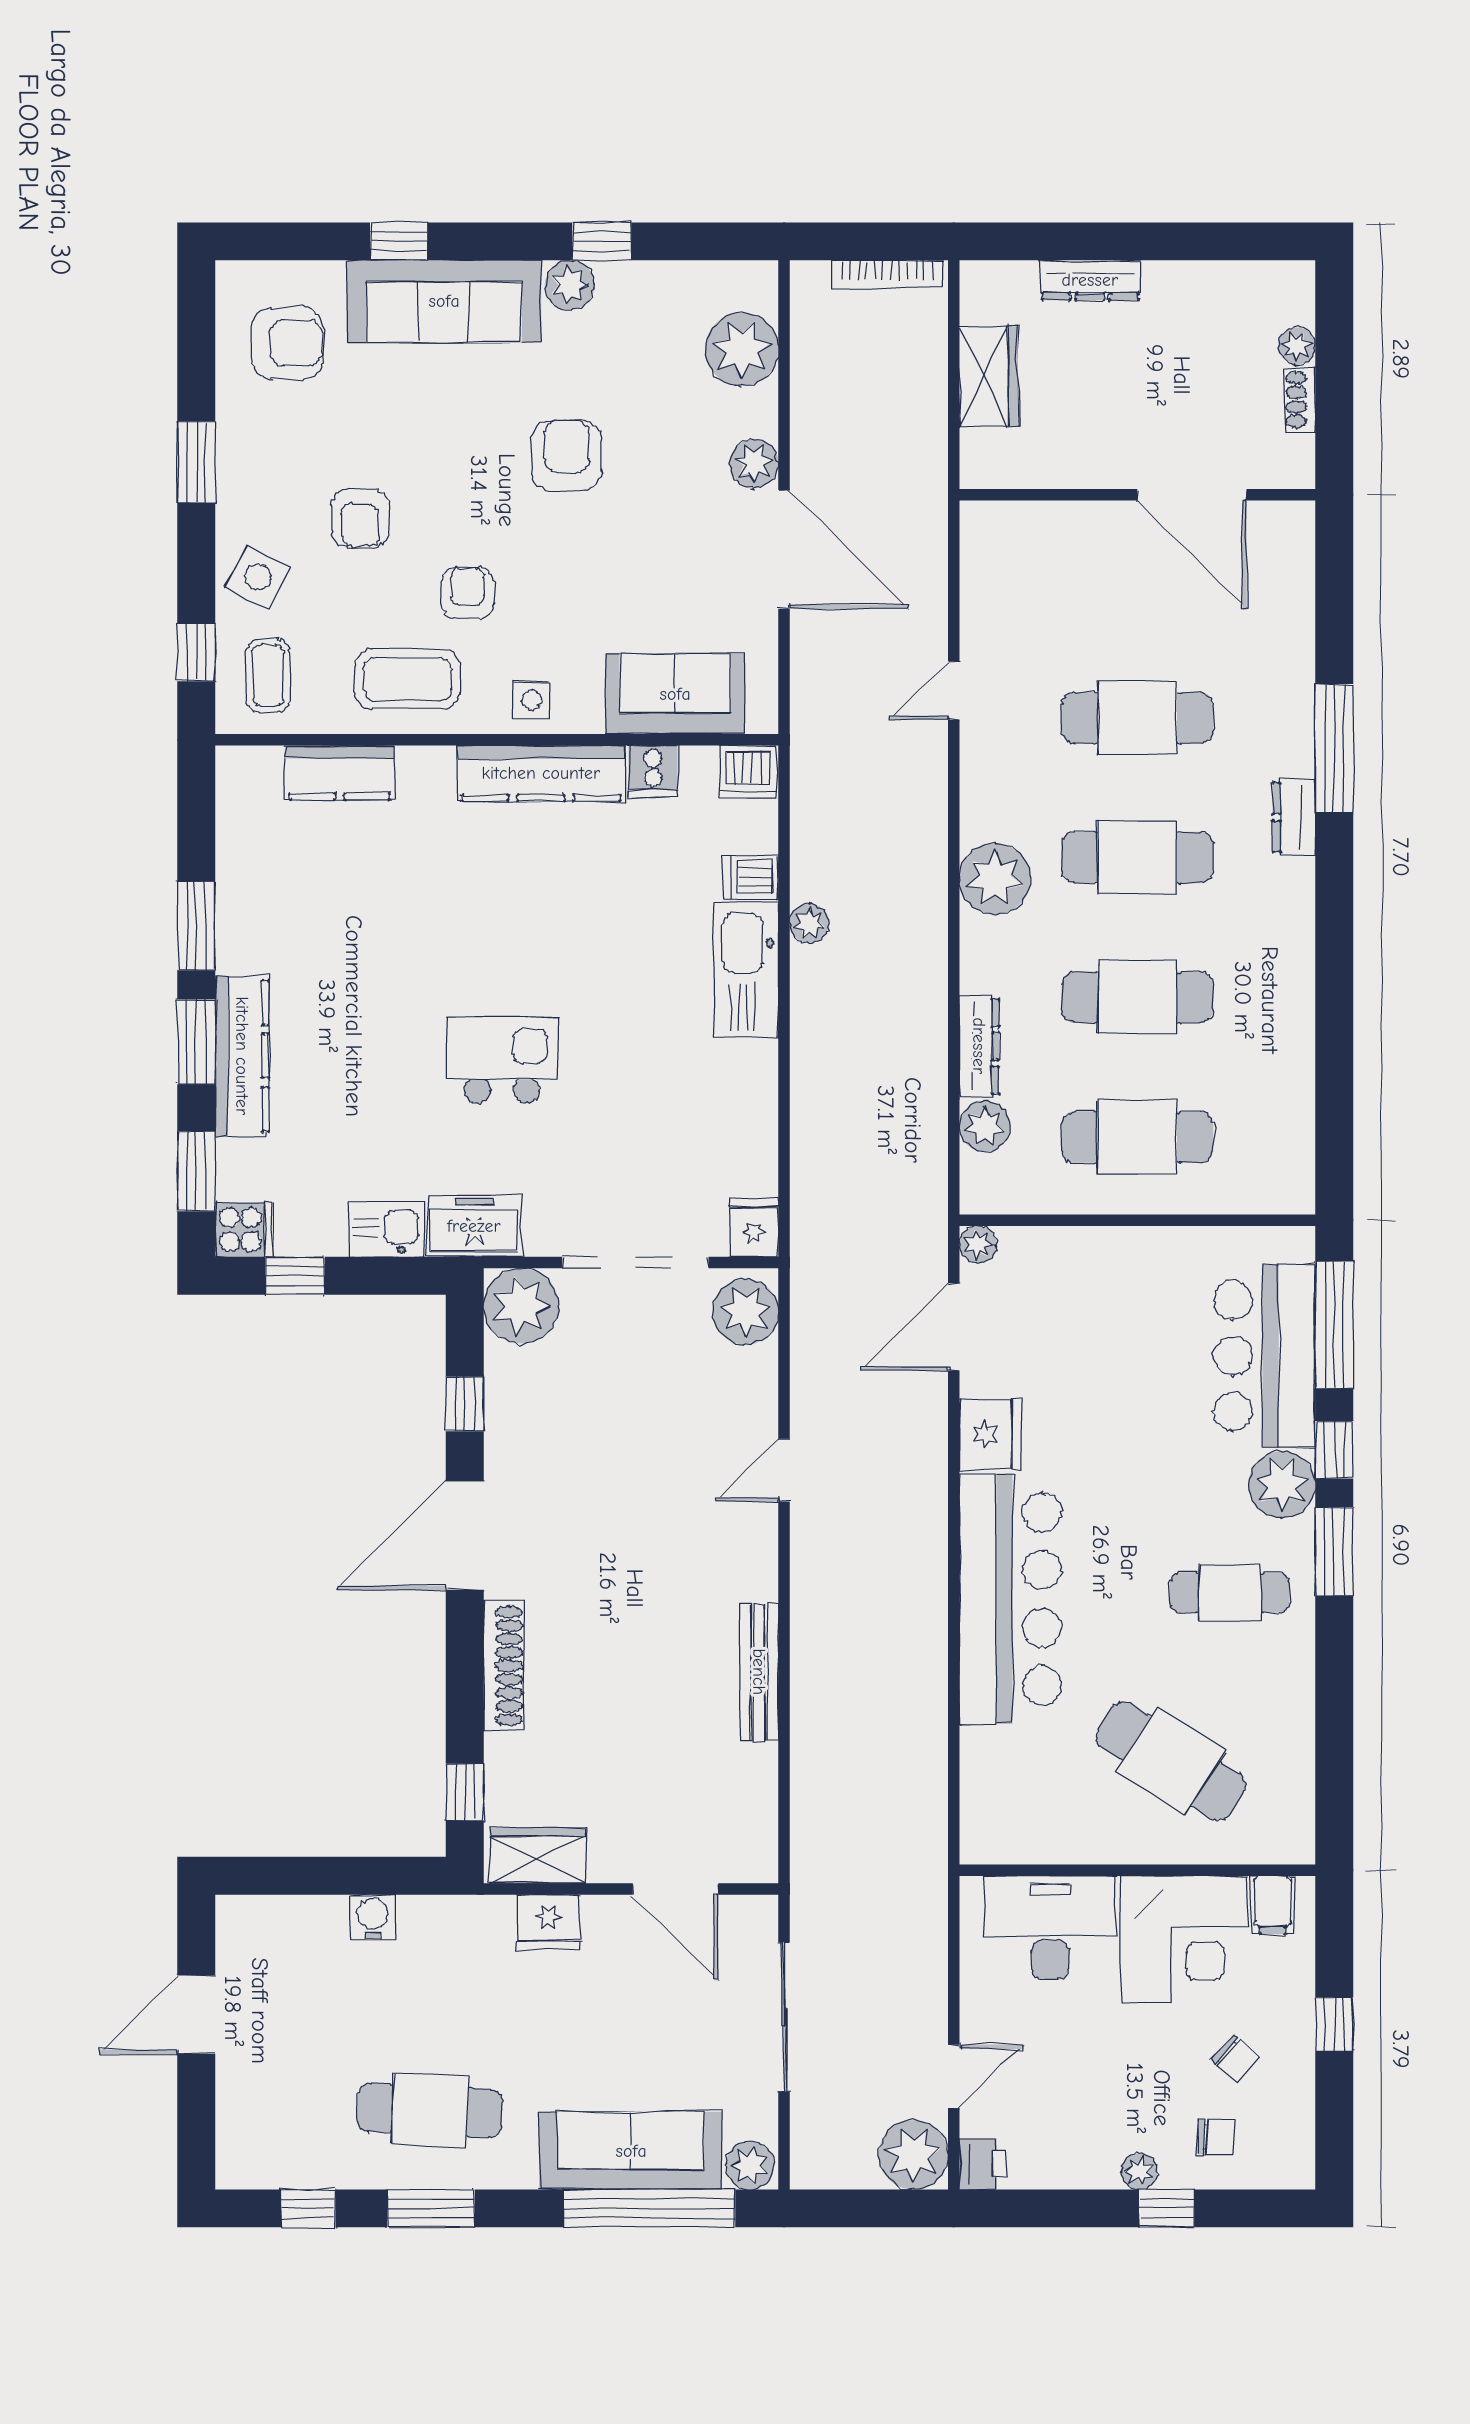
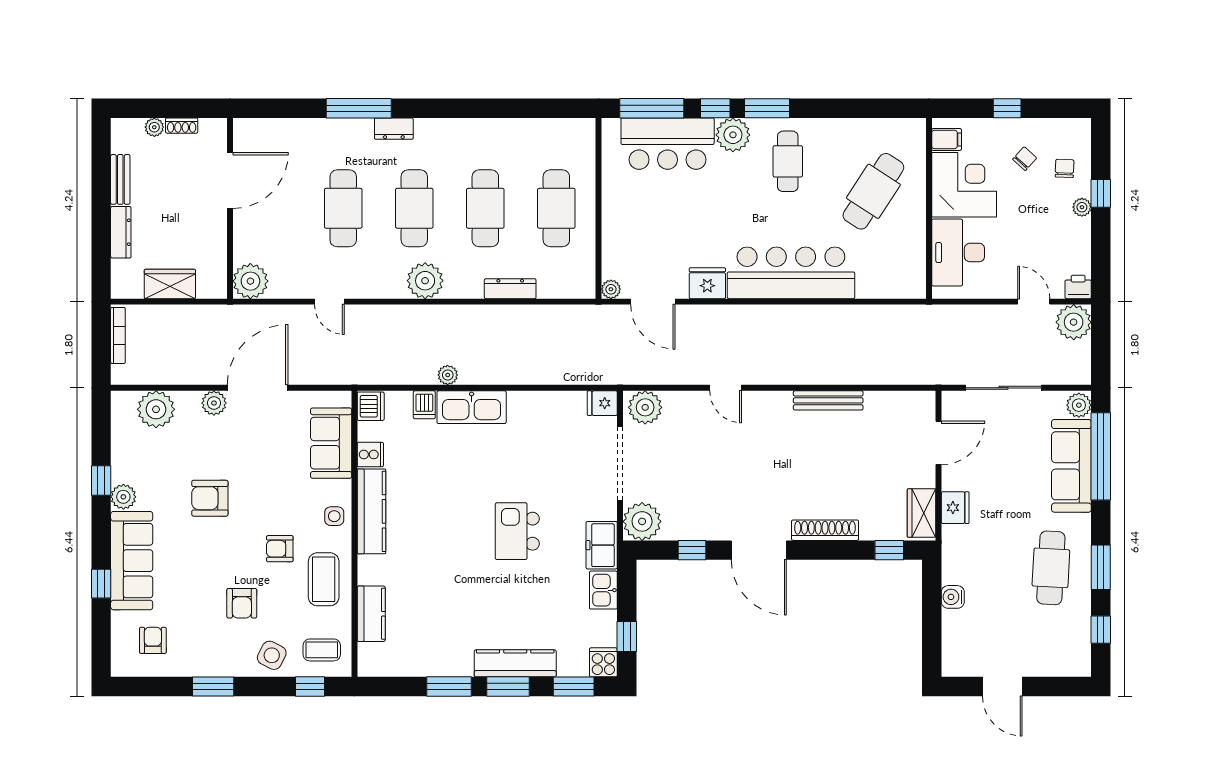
bench: (1194, 279) -> (120, 179), added
armchair: (287, 343) -> (153, 640), width x0.72, depth x0.72
armchair: (360, 518) -> (242, 603), turned 90
plant: (985, 1126) -> (250, 281), moved, width x1.36, depth x1.36

